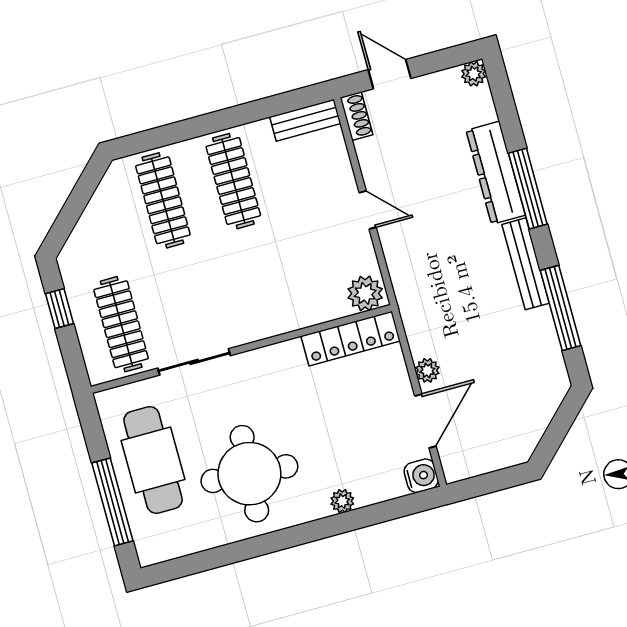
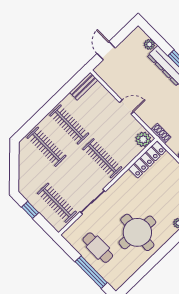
door: (390, 74) -> (106, 51), hinge flipped
plant: (474, 74) -> (149, 44), moved
shoe rack: (357, 116) -> (161, 133), moved
clothes rail: (262, 286) -> (102, 158), added
cafe table: (153, 460) -> (98, 248), width x0.73, depth x0.74

